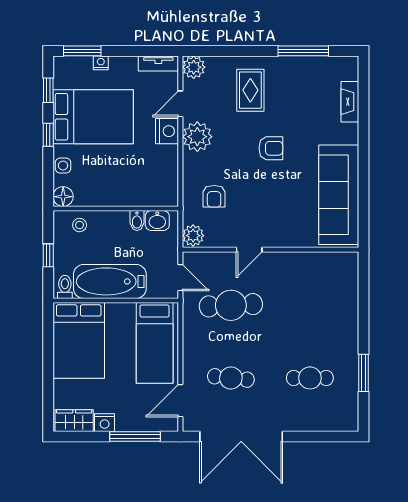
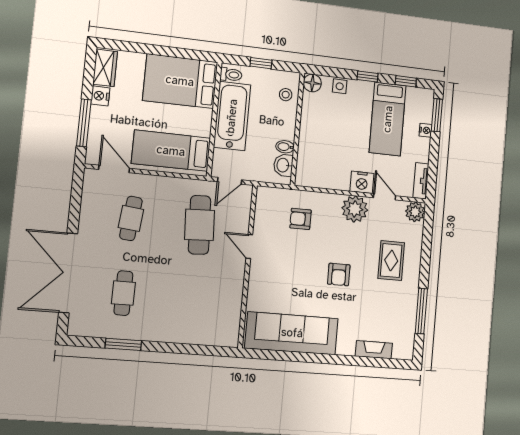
rug: (250, 90) -> (391, 260), turned 90
bed: (93, 117) -> (388, 119), width x0.67
plant: (193, 236) -> (267, 196), removed
double door: (241, 437) -> (68, 273), moved

